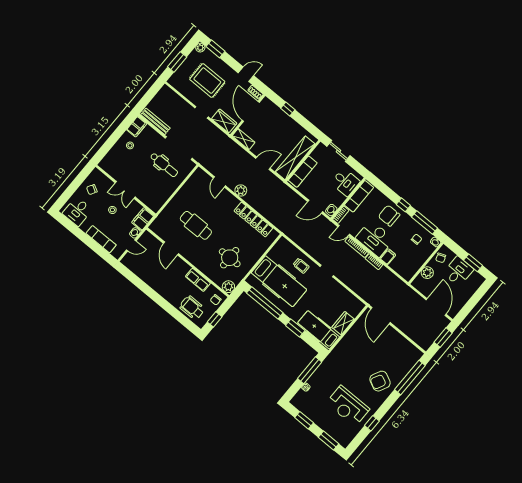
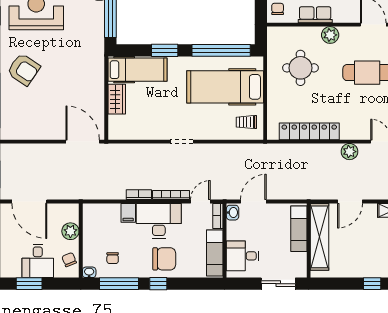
trolley: (301, 266) -> (246, 122), moved
plant: (228, 287) -> (330, 35), moved
armchair: (380, 381) -> (24, 69), turned 98

